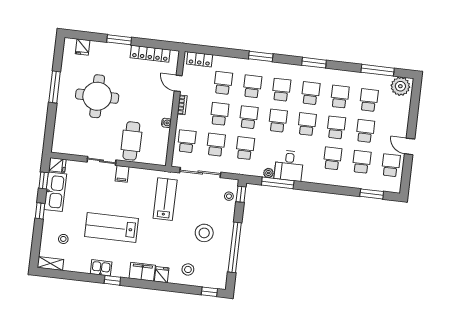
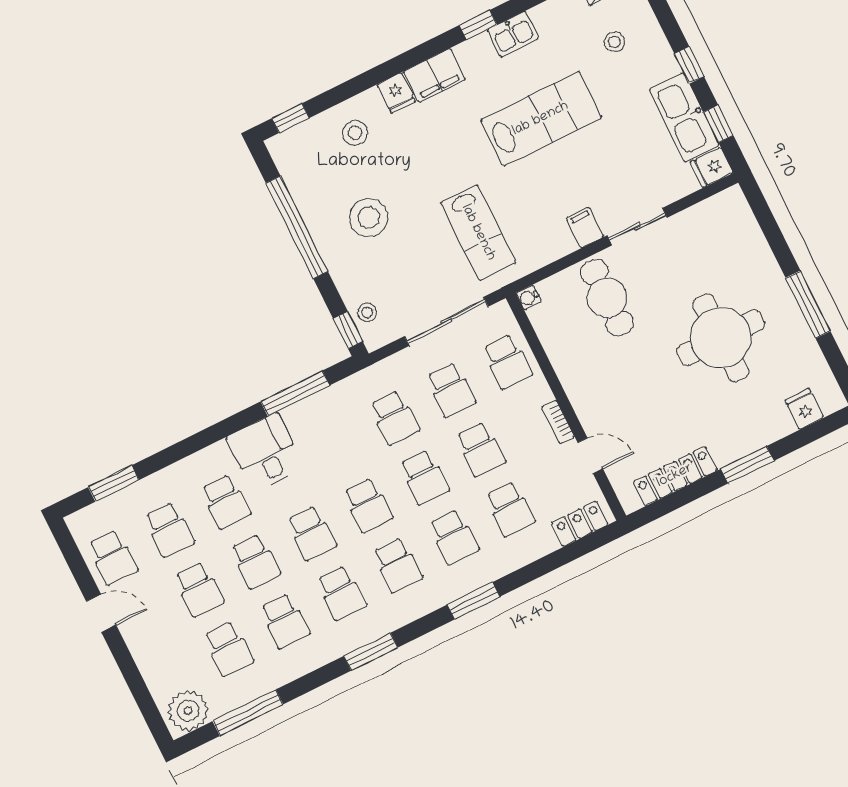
water cooler: (166, 123) -> (529, 297), moved
desk: (289, 166) -> (265, 452), moved
plant: (268, 173) -> (323, 400), removed

